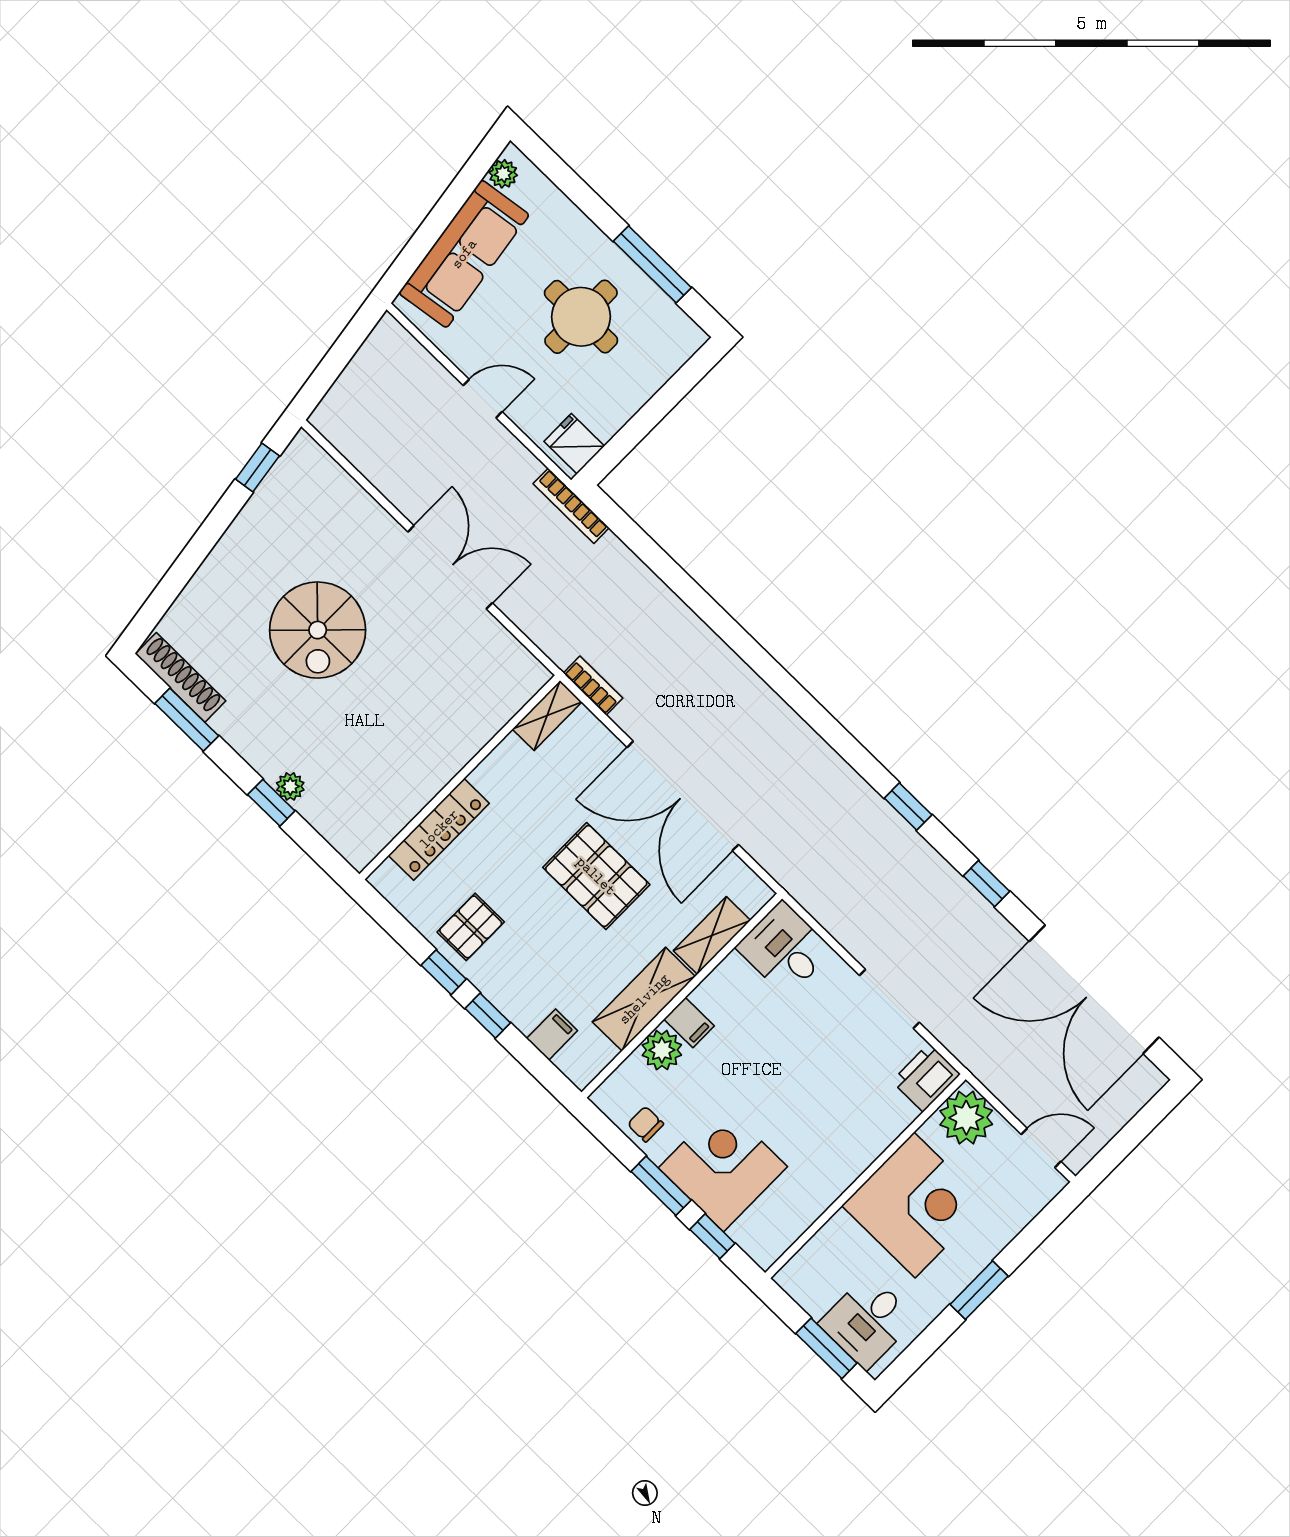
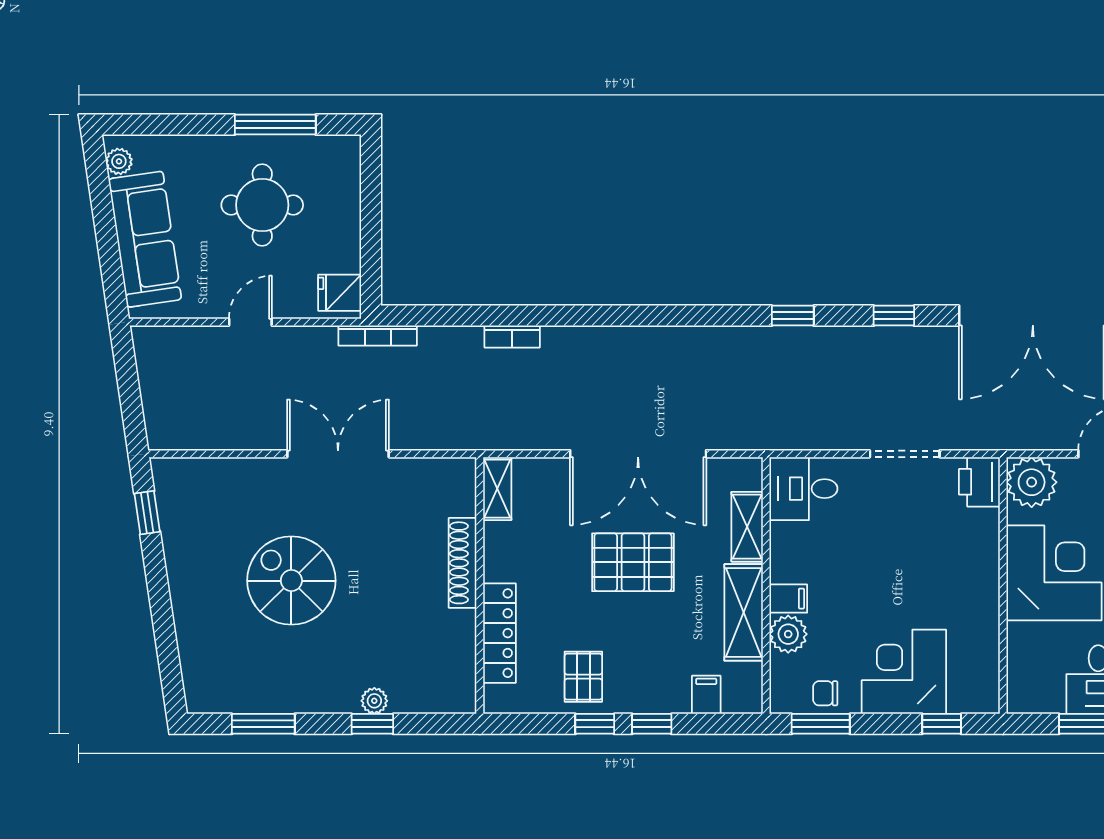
spiral stairs: (318, 630) -> (291, 581), turned 180
shoe rack: (181, 677) -> (463, 563), moved, turned -90
bookcase: (593, 686) -> (512, 336), moved, turned 180
window: (661, 1186) -> (821, 724), moved

